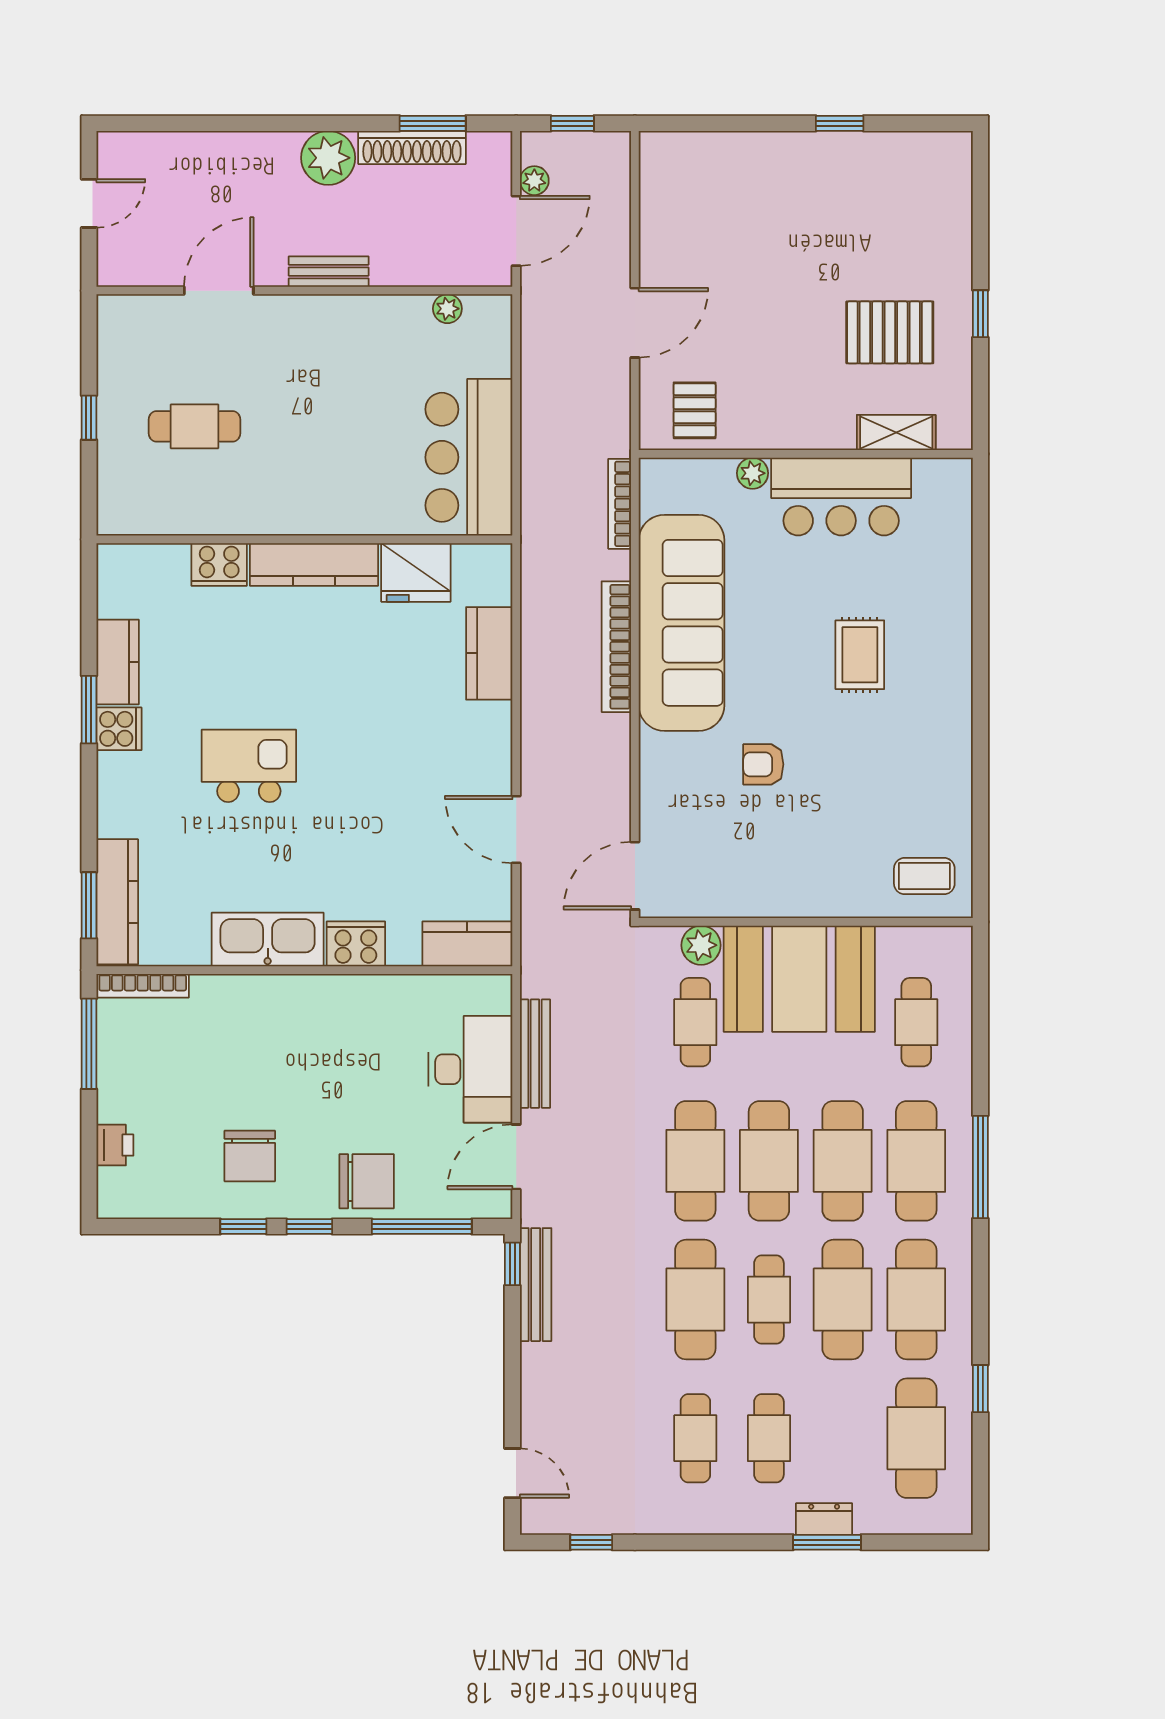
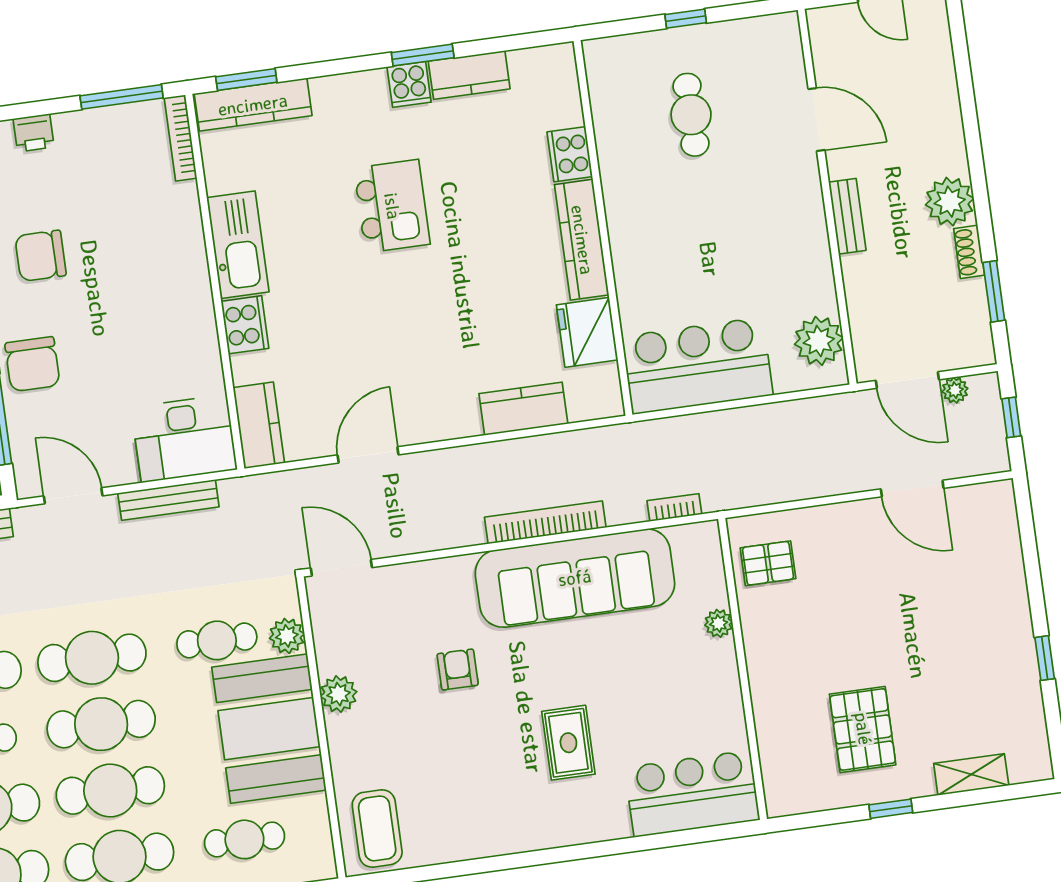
shoe rack: (412, 147) -> (969, 252), width x0.51, depth x0.81
plant: (447, 309) -> (819, 341), width x1.87, depth x1.87
door: (635, 323) -> (912, 489), moved
shelving: (896, 433) -> (971, 774), moved, turned 90
bar counter: (841, 497) -> (692, 794), moved, turned 90
bookcase: (620, 504) -> (674, 508), width x0.64
rug: (860, 655) -> (568, 743), turned 90
coffee table: (924, 876) -> (377, 828), width x1.36, depth x1.30
plant: (772, 898) -> (339, 694), added
desk: (470, 1069) -> (184, 438), moved

